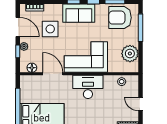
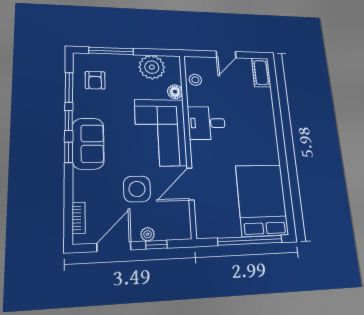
armchair: (120, 18) -> (95, 80), width x0.53, depth x0.53
side table: (50, 29) -> (137, 189), moved
floor lamp: (32, 68) -> (175, 92), moved
desk: (88, 87) -> (207, 123), width x0.73

